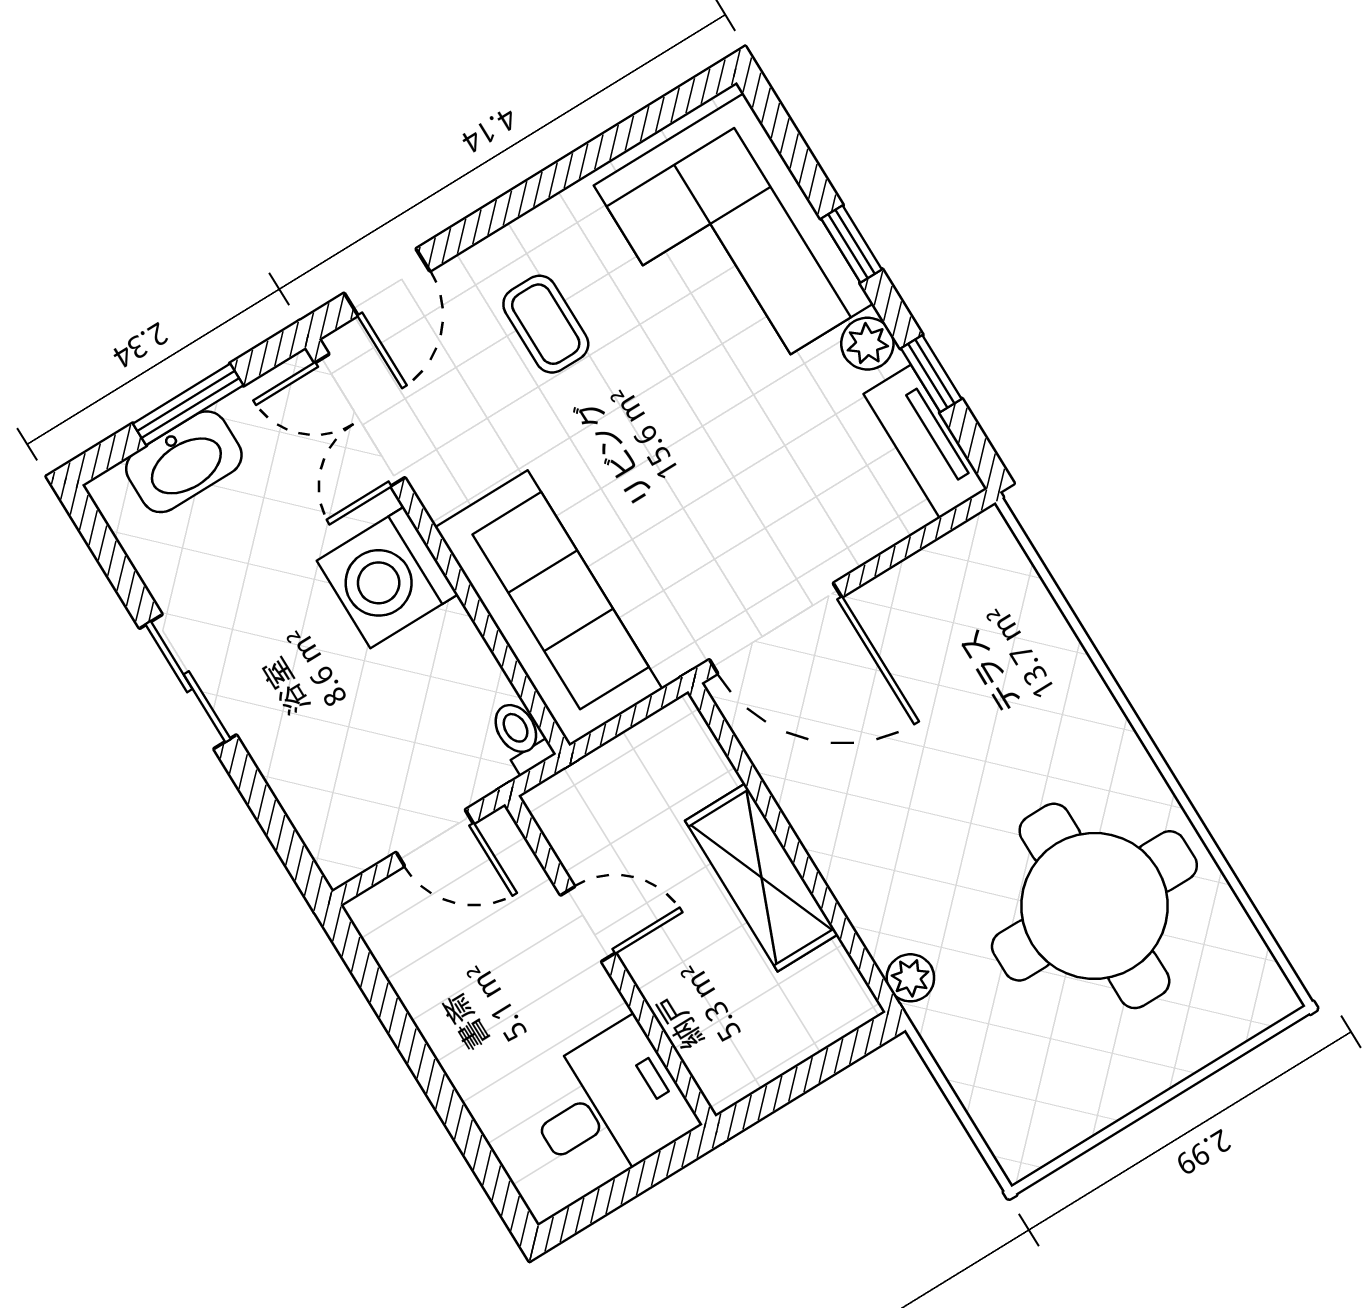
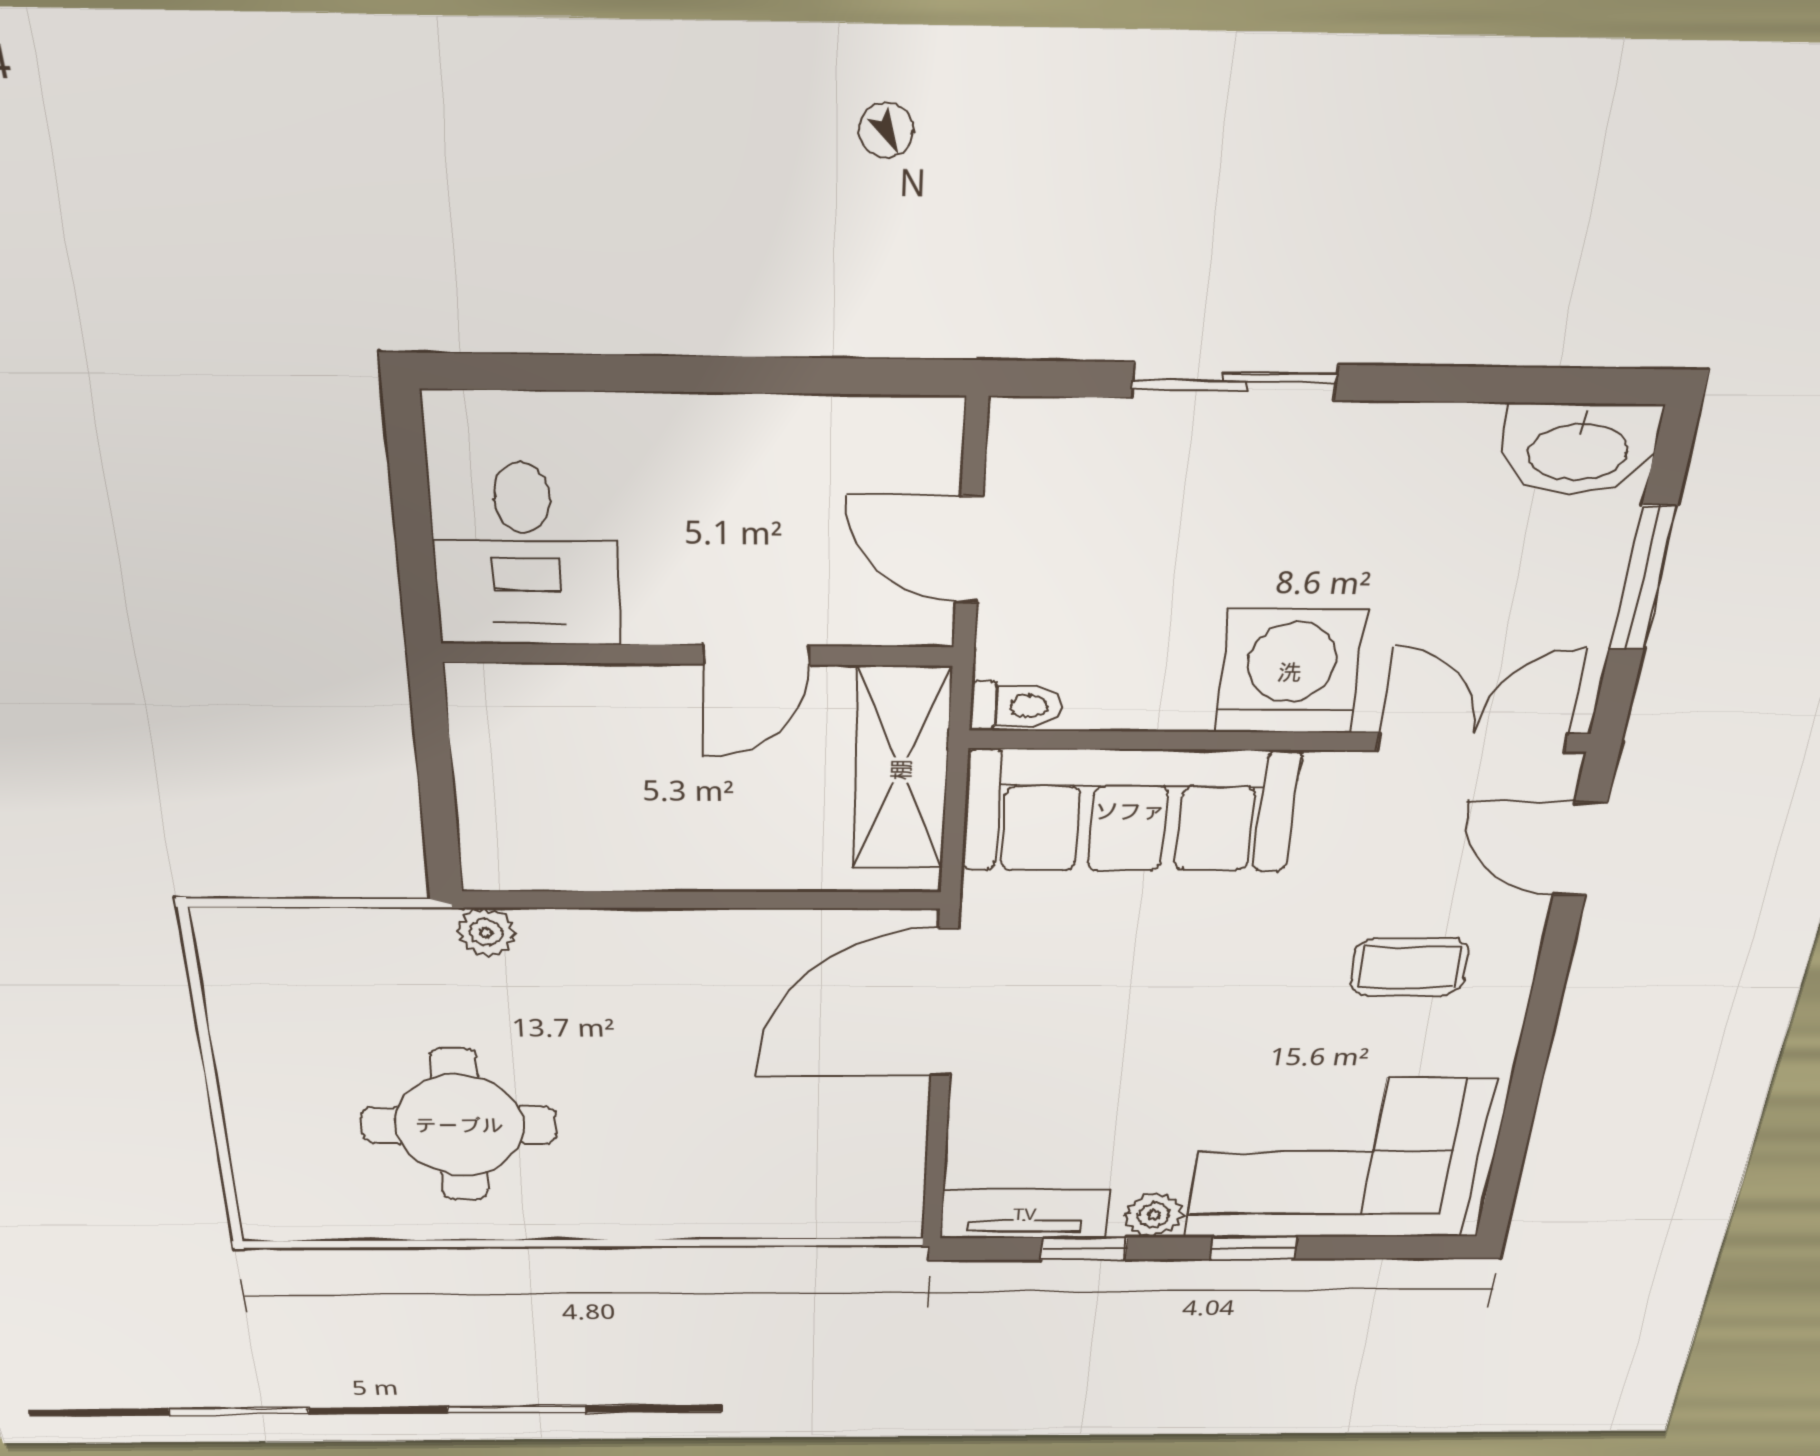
washbasin: (184, 462) -> (1578, 449), moved, turned -90
sliding door: (188, 682) -> (1234, 381), moved
door: (435, 838) -> (969, 550), hinge flipped
shelving: (761, 877) -> (901, 770), moved, turned 90
round table: (1094, 906) -> (459, 1125), width x0.73, depth x0.73

